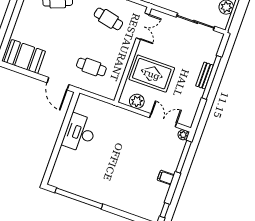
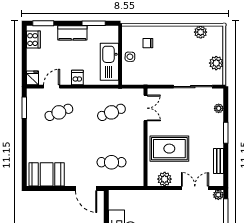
cafe table: (108, 19) -> (111, 112), turned -33
plant: (213, 52) -> (219, 108), added
bench: (204, 75) -> (218, 161), moved
window: (212, 77) -> (226, 133), width x0.47

